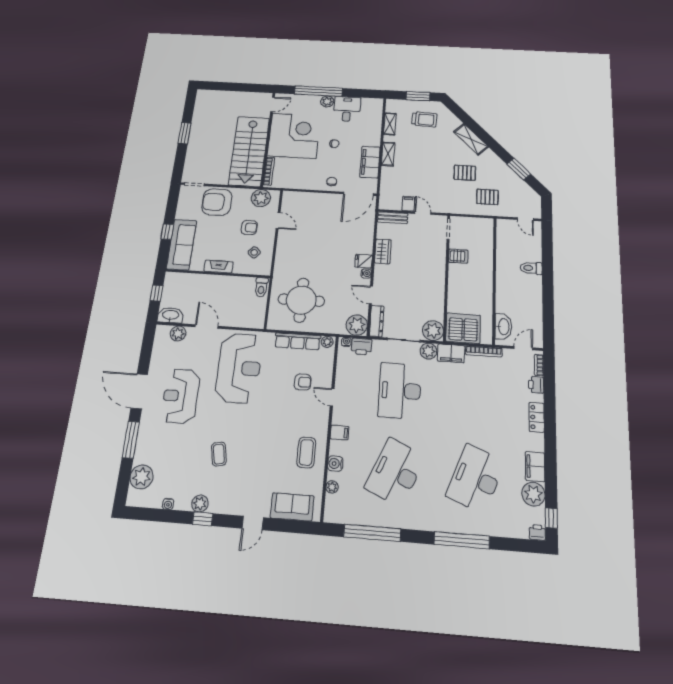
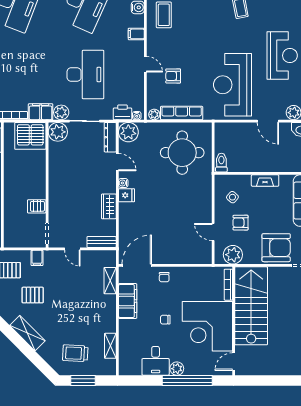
shelving: (388, 154) -> (110, 281), moved
filing cabinet: (408, 204) -> (37, 258), moved

